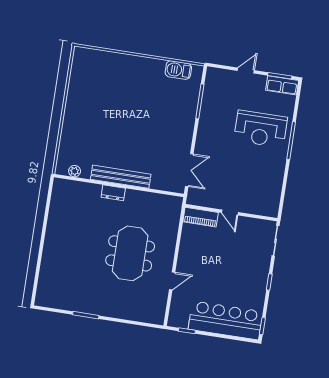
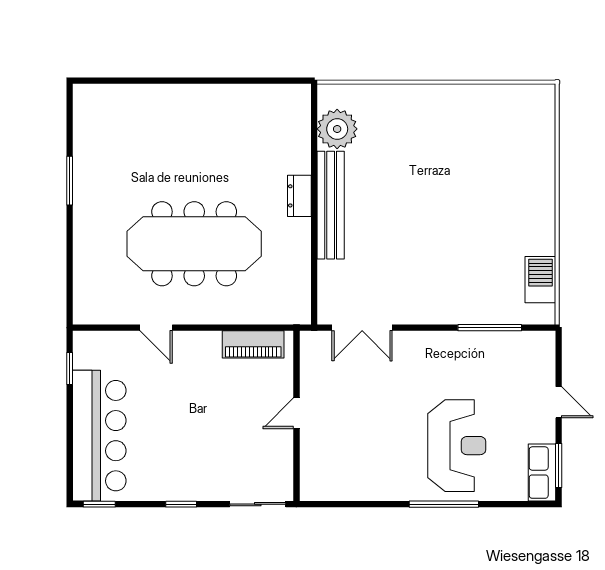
reception desk: (261, 129) -> (457, 446), turned 180
plant: (75, 171) -> (337, 129), width x1.88, depth x1.88
piano: (201, 217) -> (253, 344), moved, turned -90
meeting table: (130, 253) -> (194, 244), width x1.36

